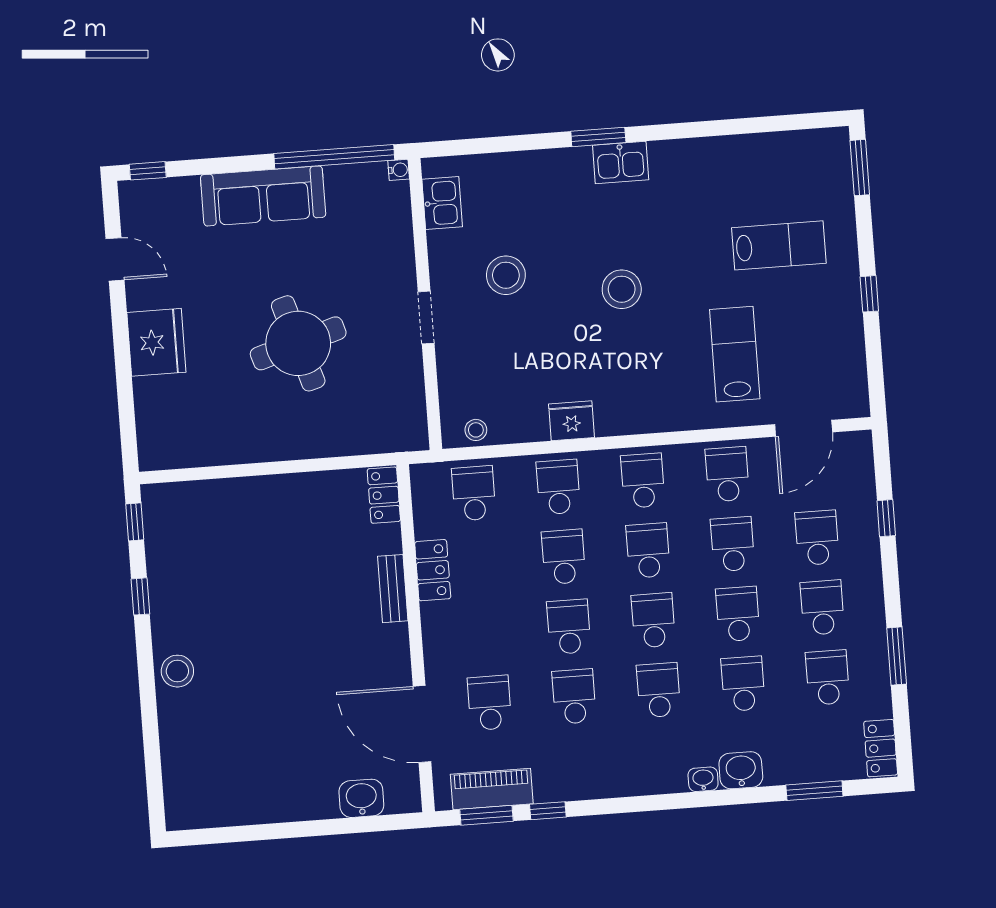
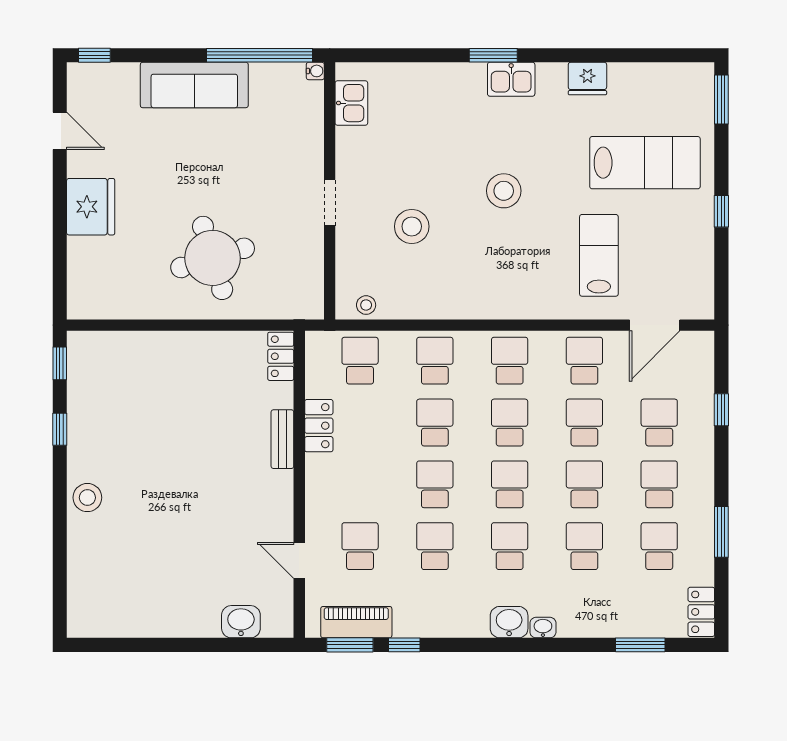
lab bench: (779, 245) -> (645, 163), width x1.36, depth x1.39
stool: (506, 275) -> (412, 226), moved
round table: (298, 343) -> (213, 258), moved
fridge: (572, 421) -> (587, 79), moved, turned 180
door: (422, 724) -> (299, 560), width x0.53
washbasin: (741, 770) -> (509, 622), moved

